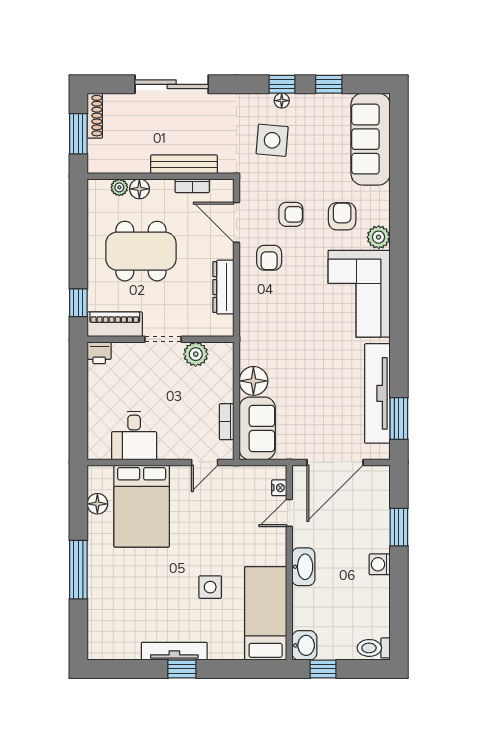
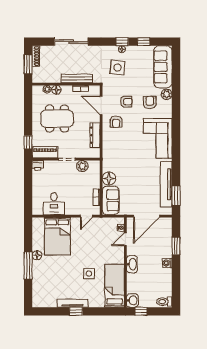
plant: (379, 237) -> (167, 94), moved
floor lamp: (97, 504) -> (37, 255), moved

